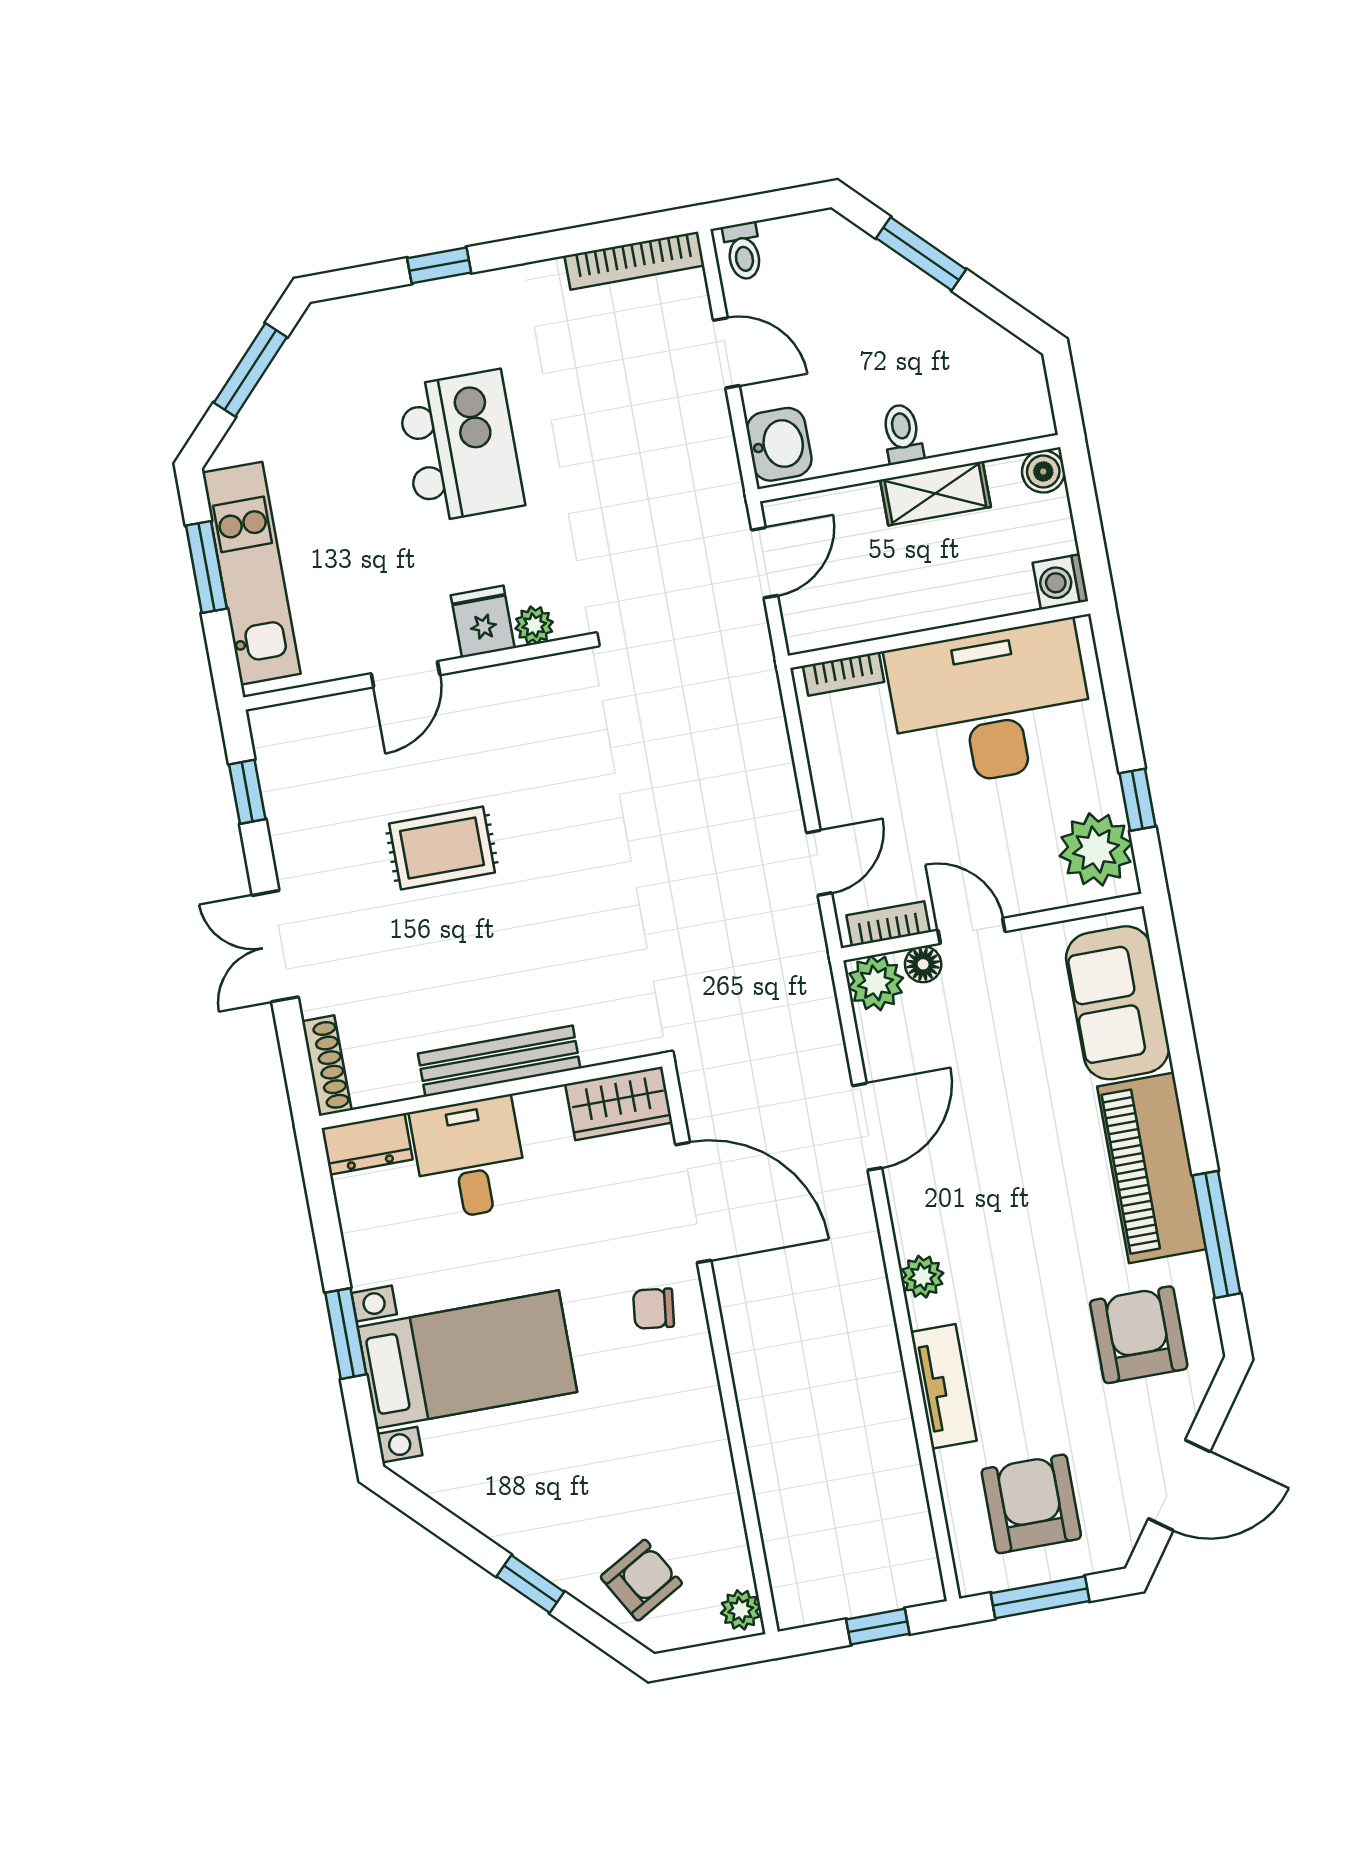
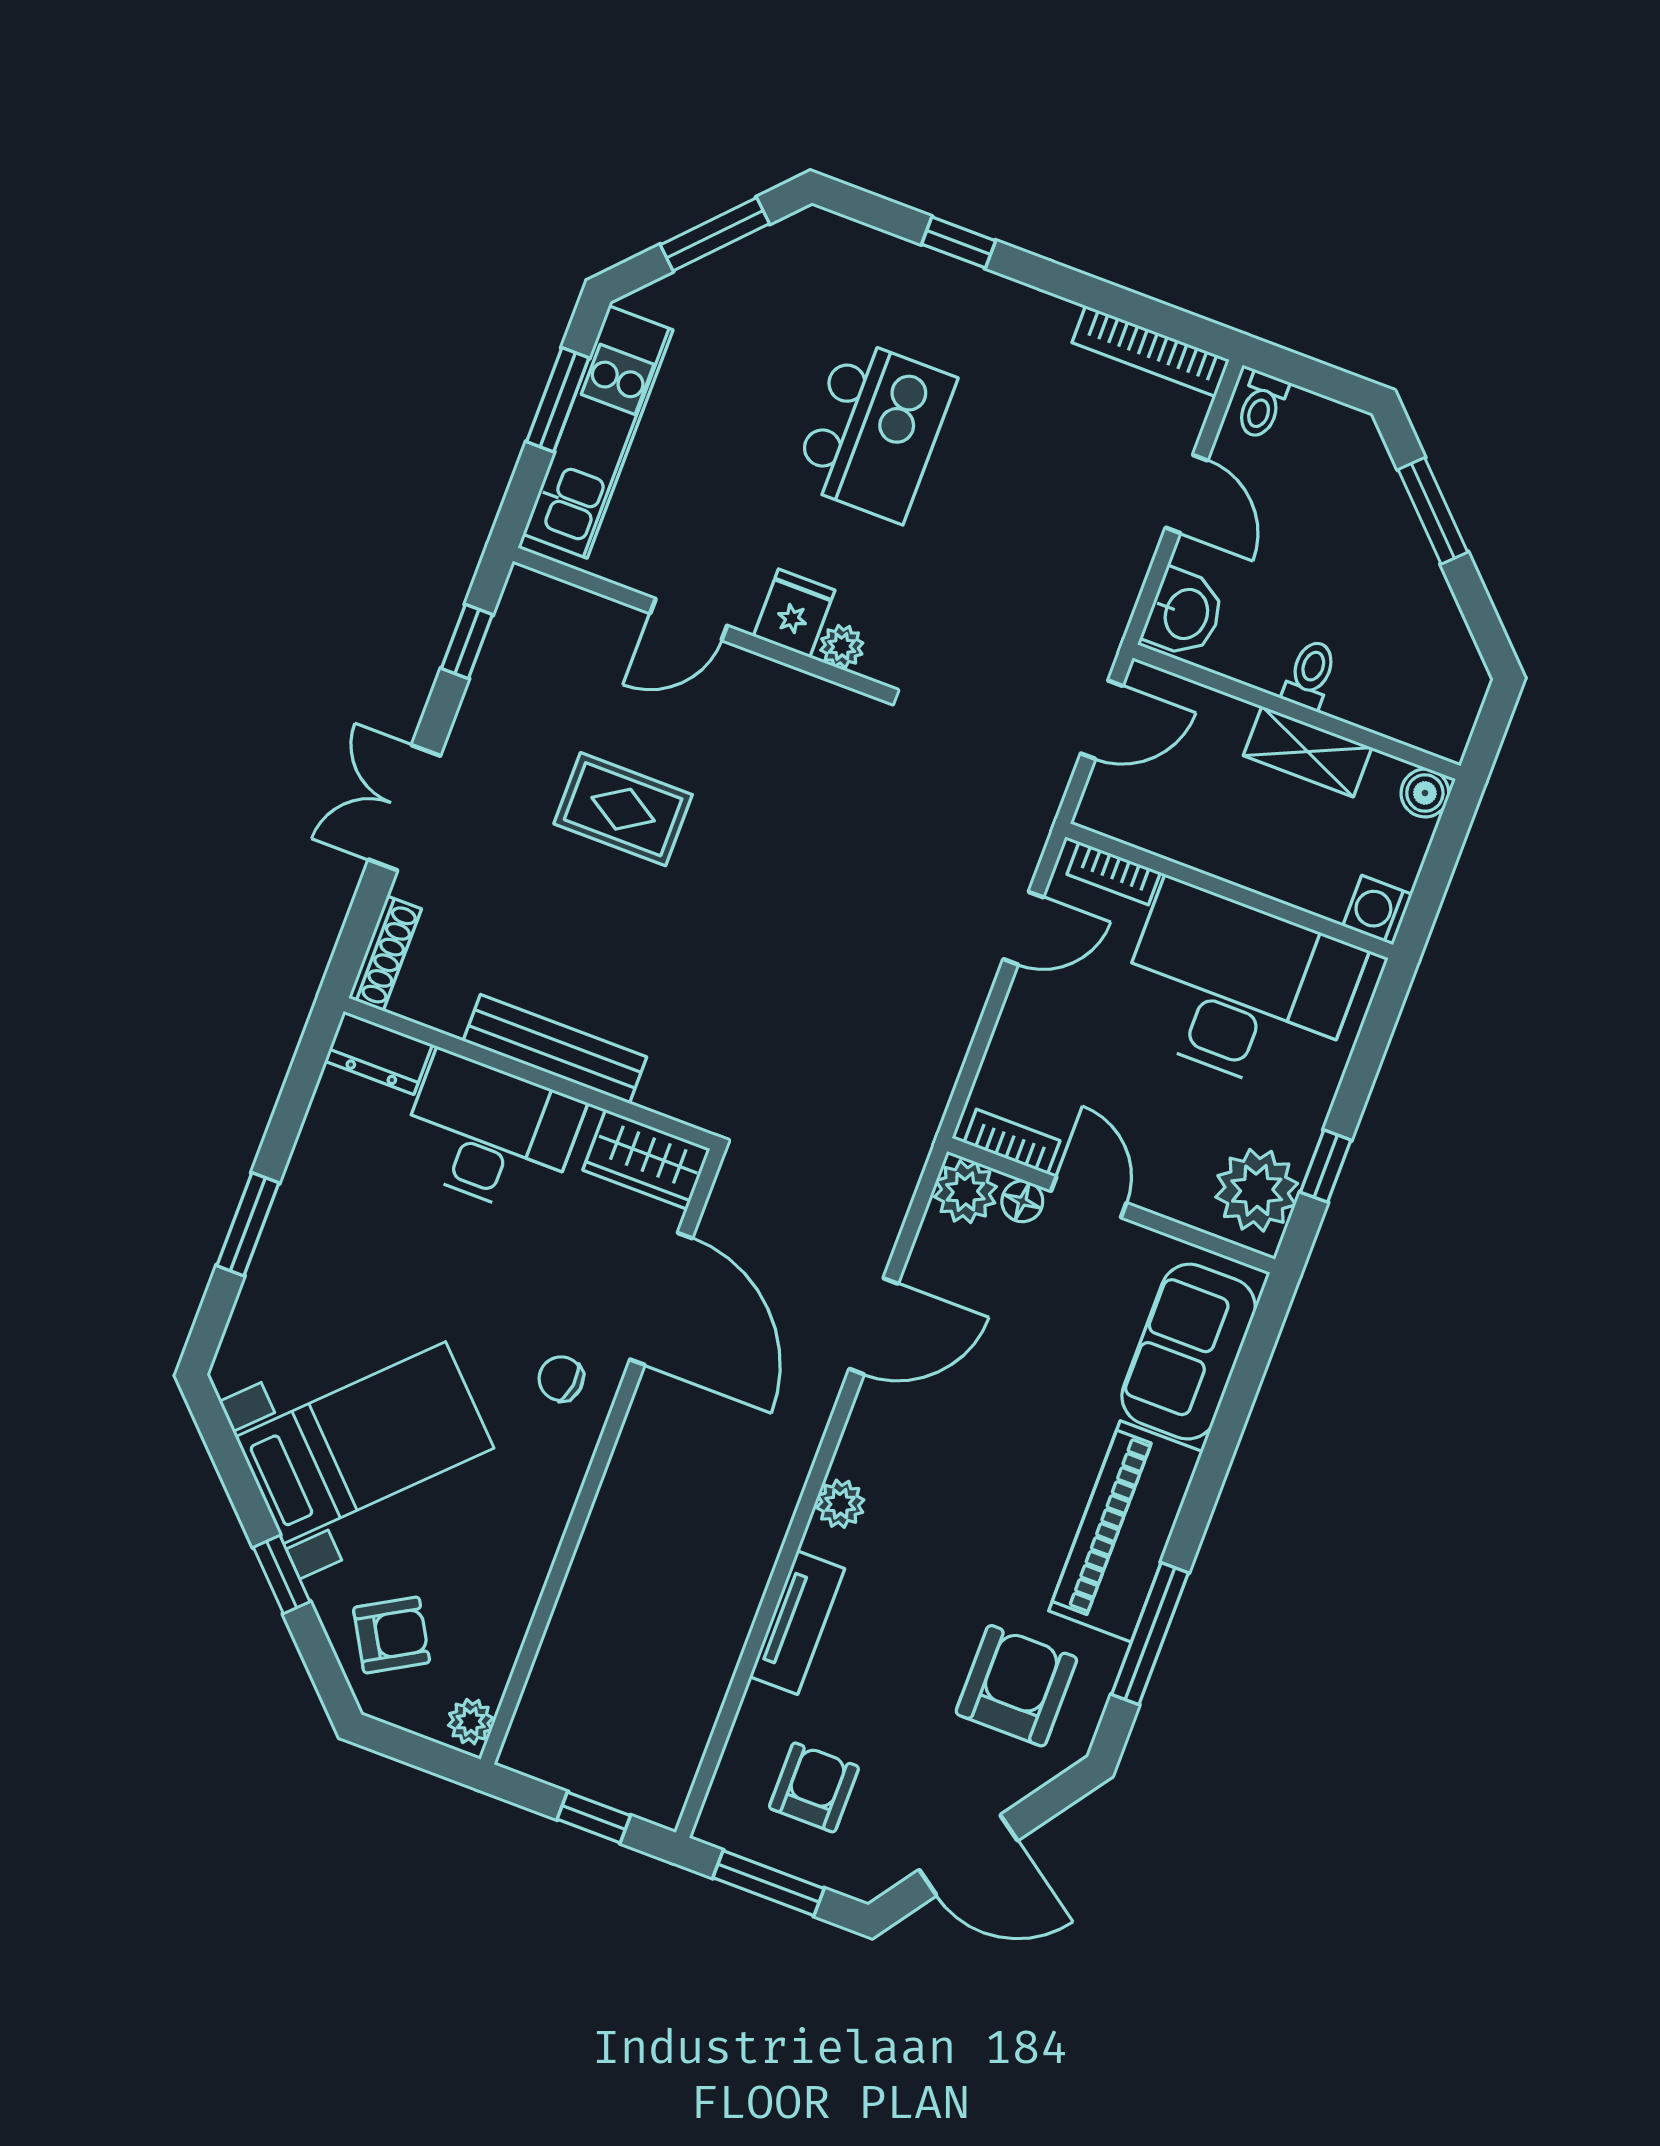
door: (819, 863) -> (1023, 928), moved
desk: (470, 1158) -> (490, 1134), width x1.37
bed with nightstands: (467, 1359) -> (365, 1443), moved, turned -45
armchair: (1031, 1504) -> (814, 1787), width x0.72, depth x0.72

